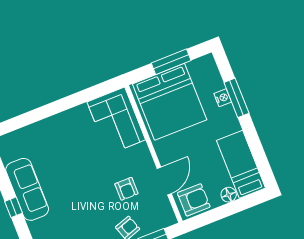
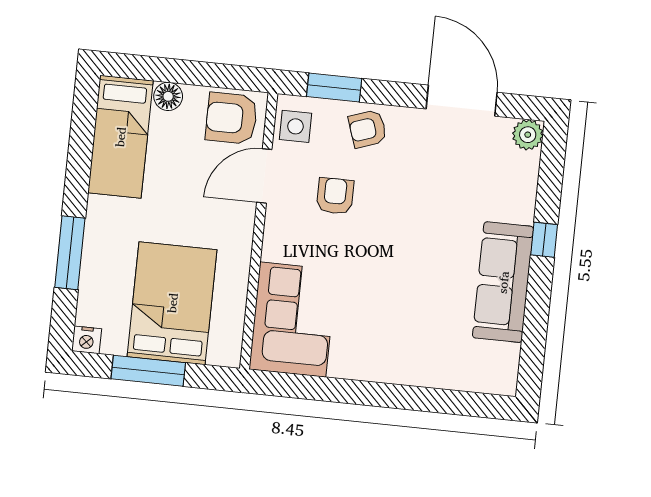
nightstand: (223, 98) -> (87, 340), moved, turned -90
bed: (170, 102) -> (172, 303), width x0.73
window: (14, 207) -> (544, 240), moved
side table: (162, 212) -> (295, 126), added

